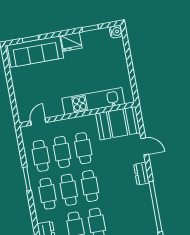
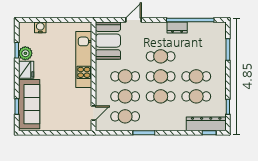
water cooler: (116, 32) -> (40, 27), moved
plant: (89, 38) -> (25, 53), added
door: (38, 122) -> (94, 113), swing flipped
dresser: (141, 174) -> (177, 27), moved
cafe table: (48, 194) -> (161, 56), moved

